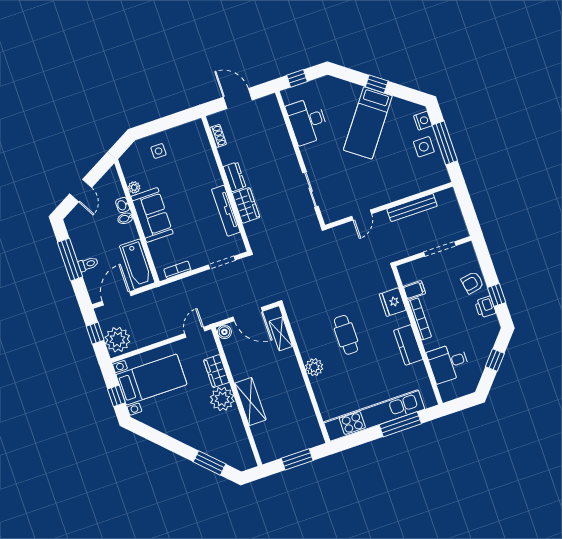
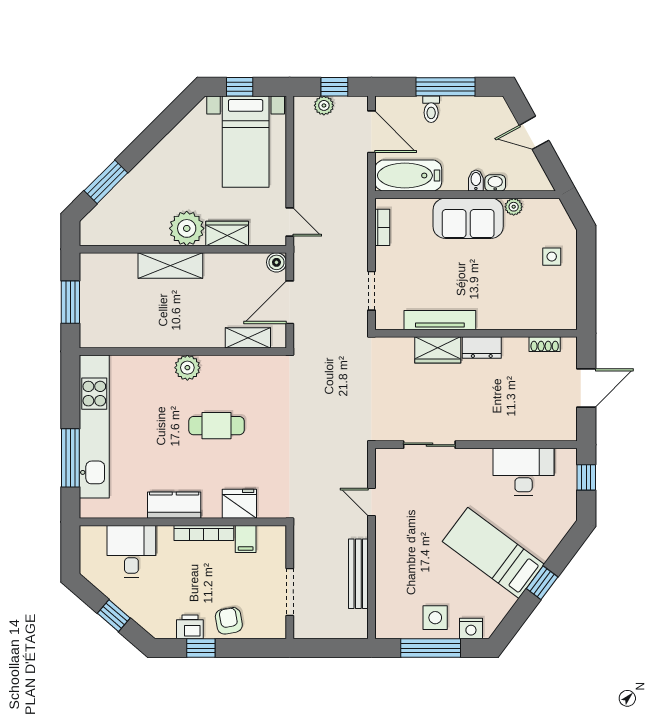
plant: (117, 340) -> (324, 105), width x0.53, depth x0.53

